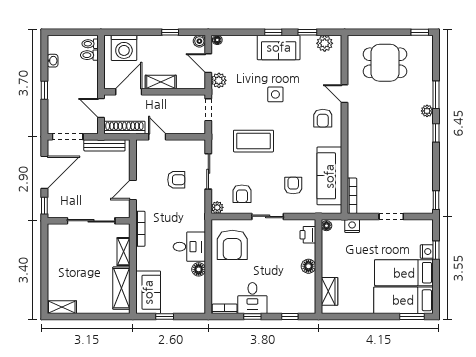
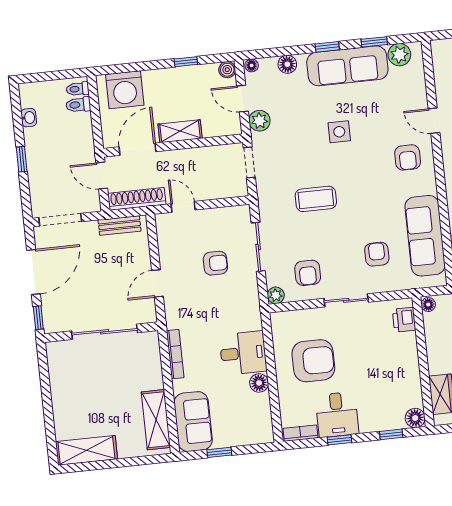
floor lamp: (243, 42) -> (287, 64), added
sofa: (279, 47) -> (347, 66), width x1.36
coffee table: (253, 141) -> (316, 199), width x0.73, depth x0.76
bench: (104, 145) -> (120, 225), width x0.73
bookcase: (140, 229) -> (175, 354), moved
armchair: (232, 245) -> (313, 361), moved, turned -90
shelving: (124, 252) -> (154, 369), removed
floor lamp: (308, 266) -> (415, 418), moved
shelving: (62, 307) -> (86, 450), width x1.50, depth x1.33

